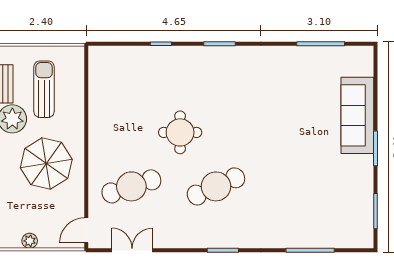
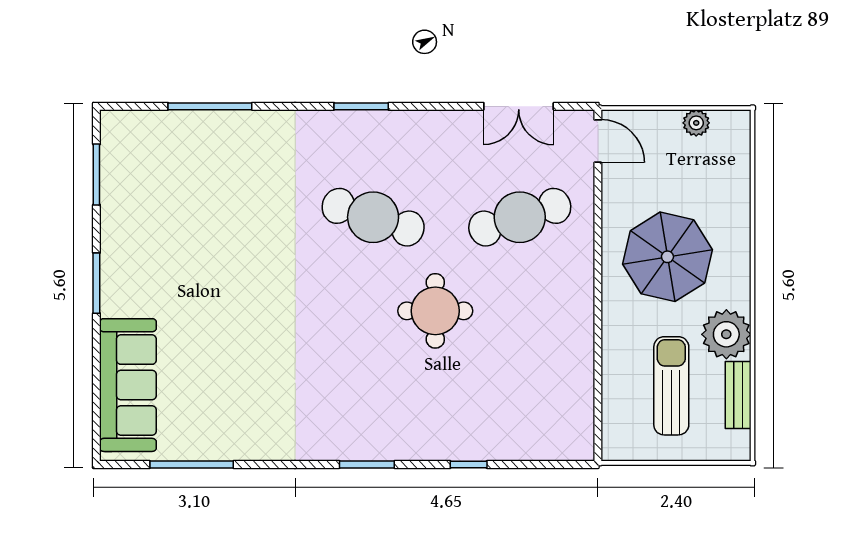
sun lounger: (44, 89) -> (671, 386), turned 180
sofa: (357, 115) -> (128, 385), moved
cafe table: (216, 186) -> (373, 217), turned 42
door: (86, 230) -> (598, 141), hinge flipped

